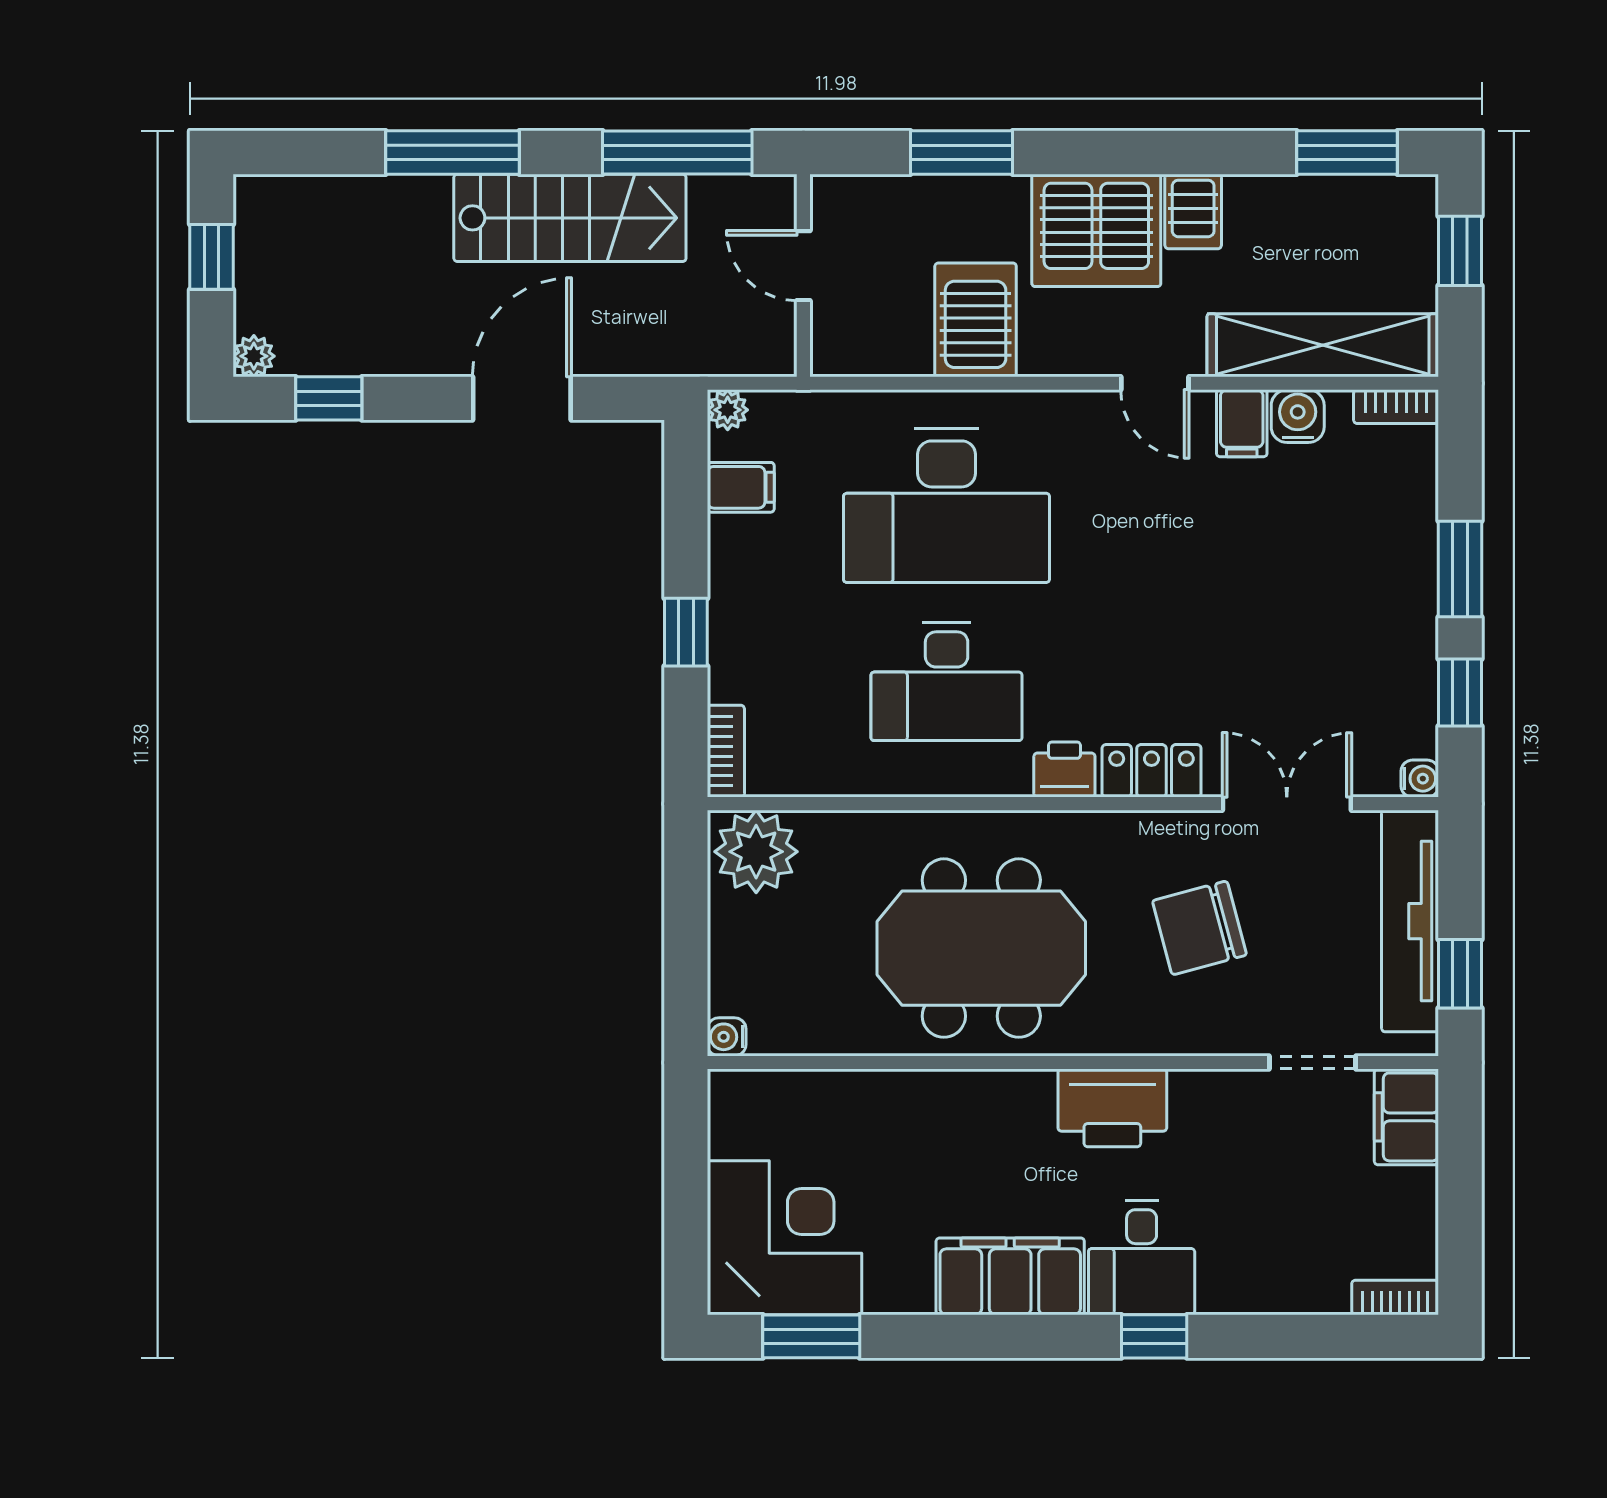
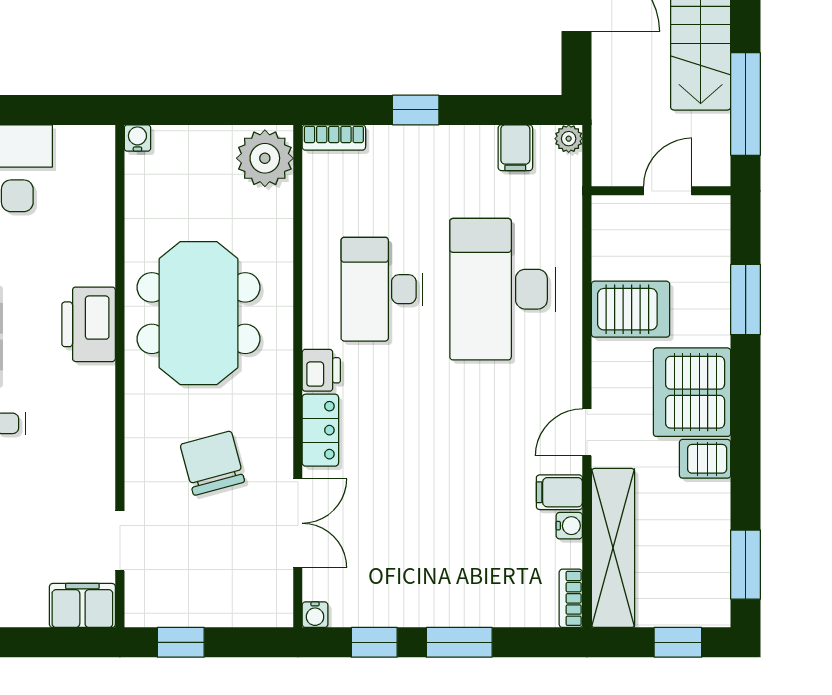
water cooler: (1298, 416) -> (569, 526), width x0.72, depth x0.72
tv unit: (1410, 921) -> (217, 608), removed
printer: (1112, 1108) -> (89, 324), moved

